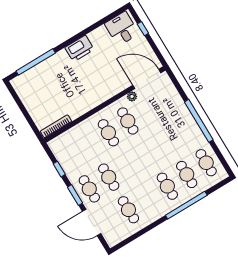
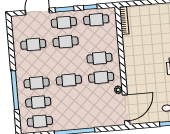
cafe table: (148, 154) -> (69, 80), added
cafe table: (70, 156) -> (96, 20), added

